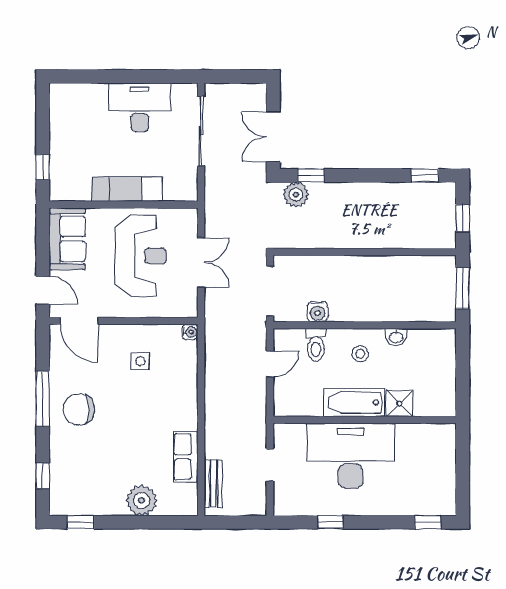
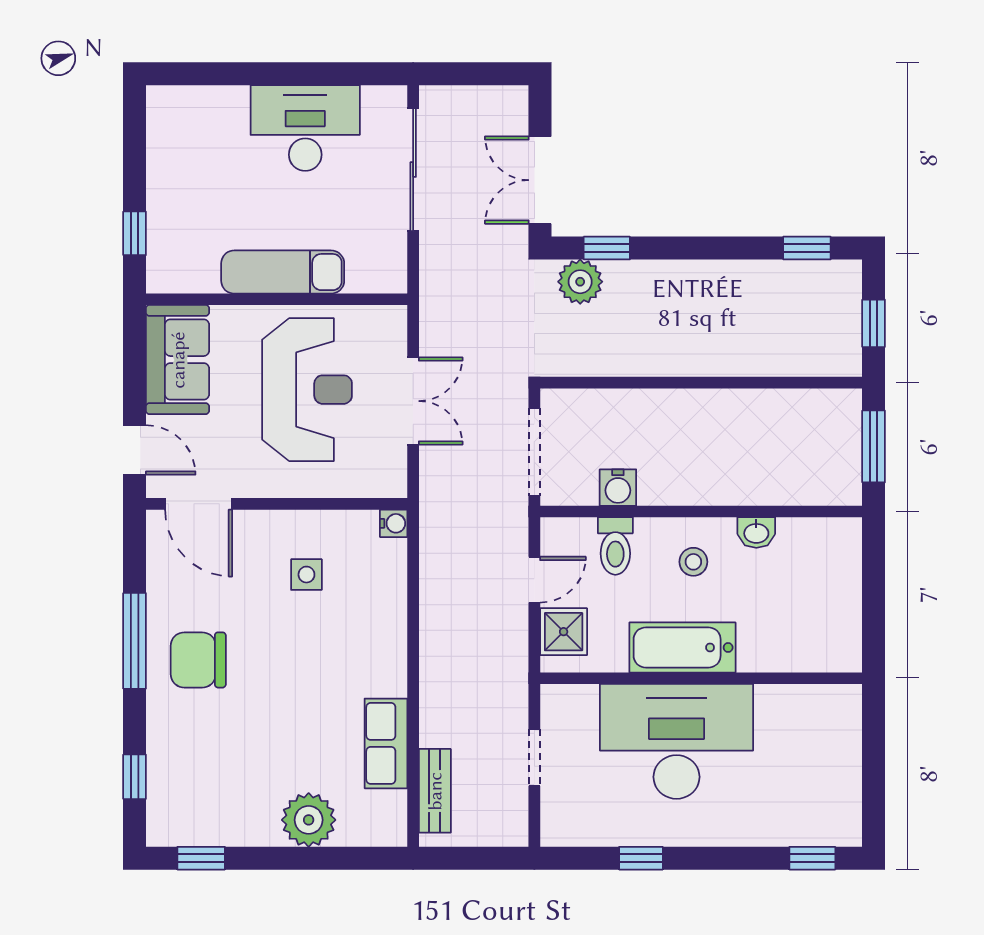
shower: (399, 403) -> (564, 632), moved

